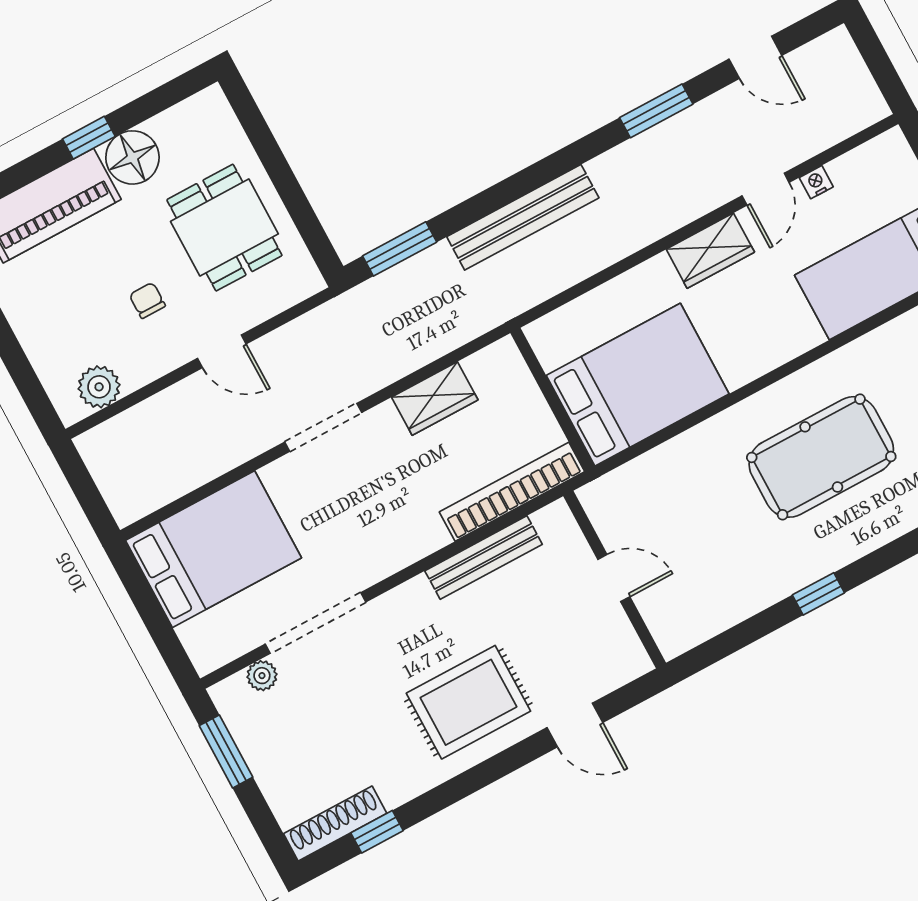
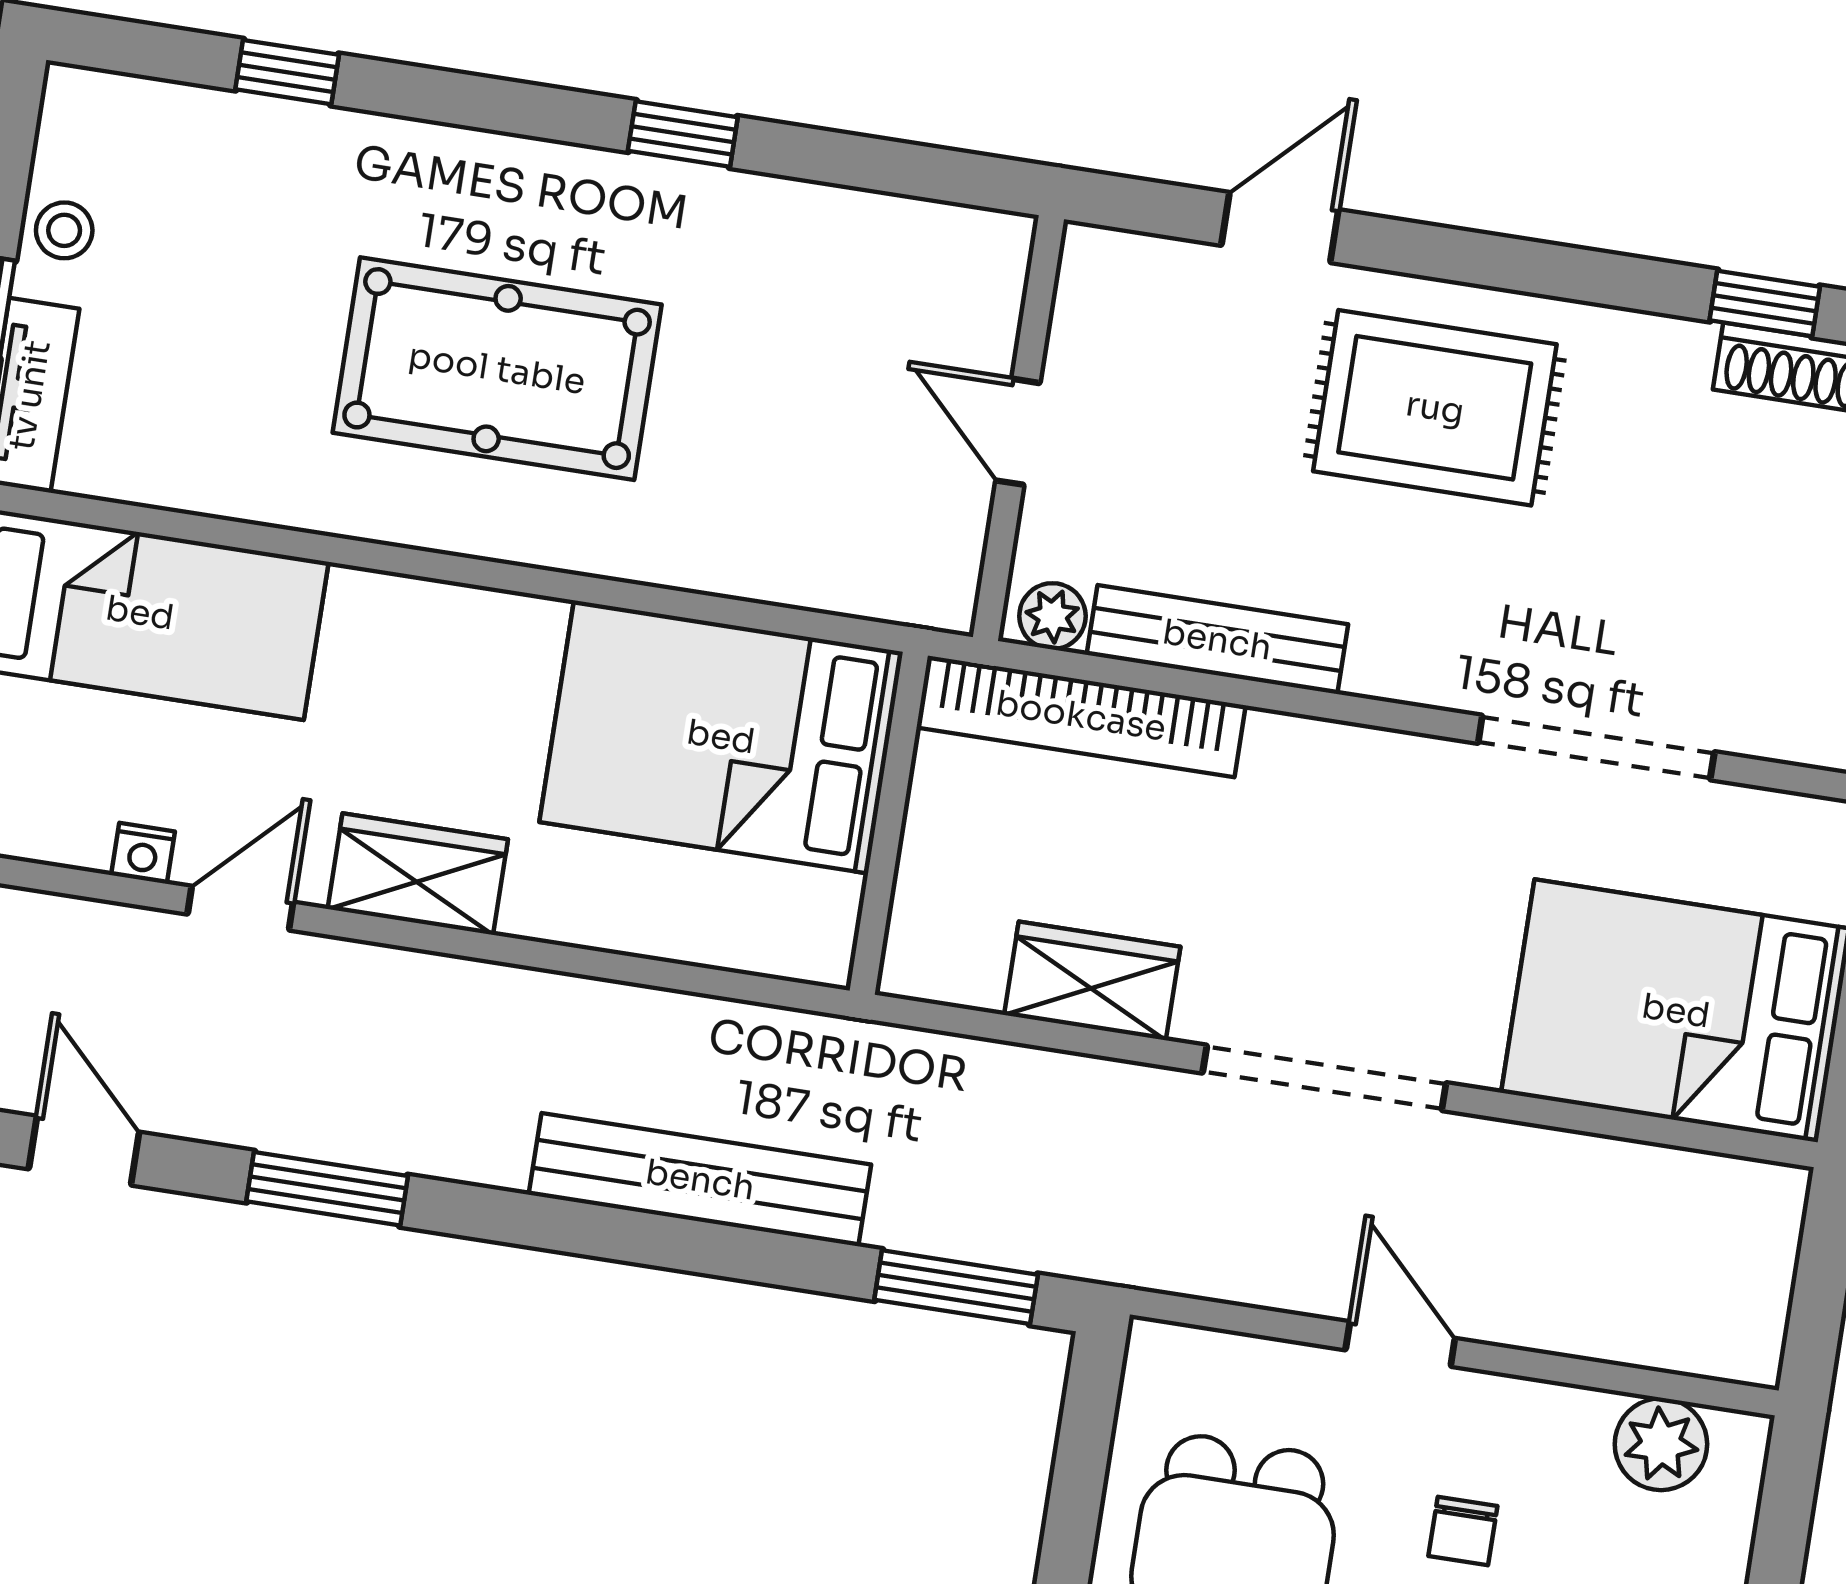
doorway: (323, 427) -> (1324, 1078), width x1.36
plant: (262, 676) -> (1052, 616), moved
door: (575, 725) -> (1280, 228), hinge flipped

